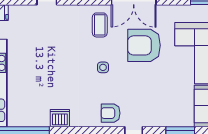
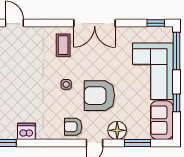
armchair: (144, 45) -> (99, 96), moved
floor lamp: (158, 117) -> (117, 130), added

